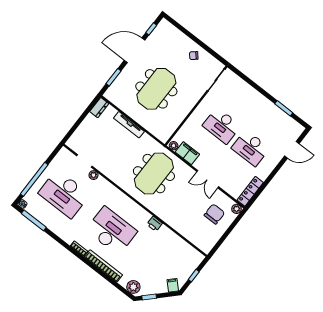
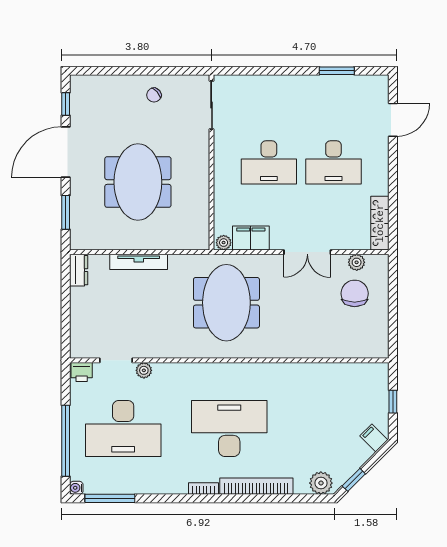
plant: (236, 209) -> (357, 262), moved
printer: (155, 224) -> (82, 372), moved

